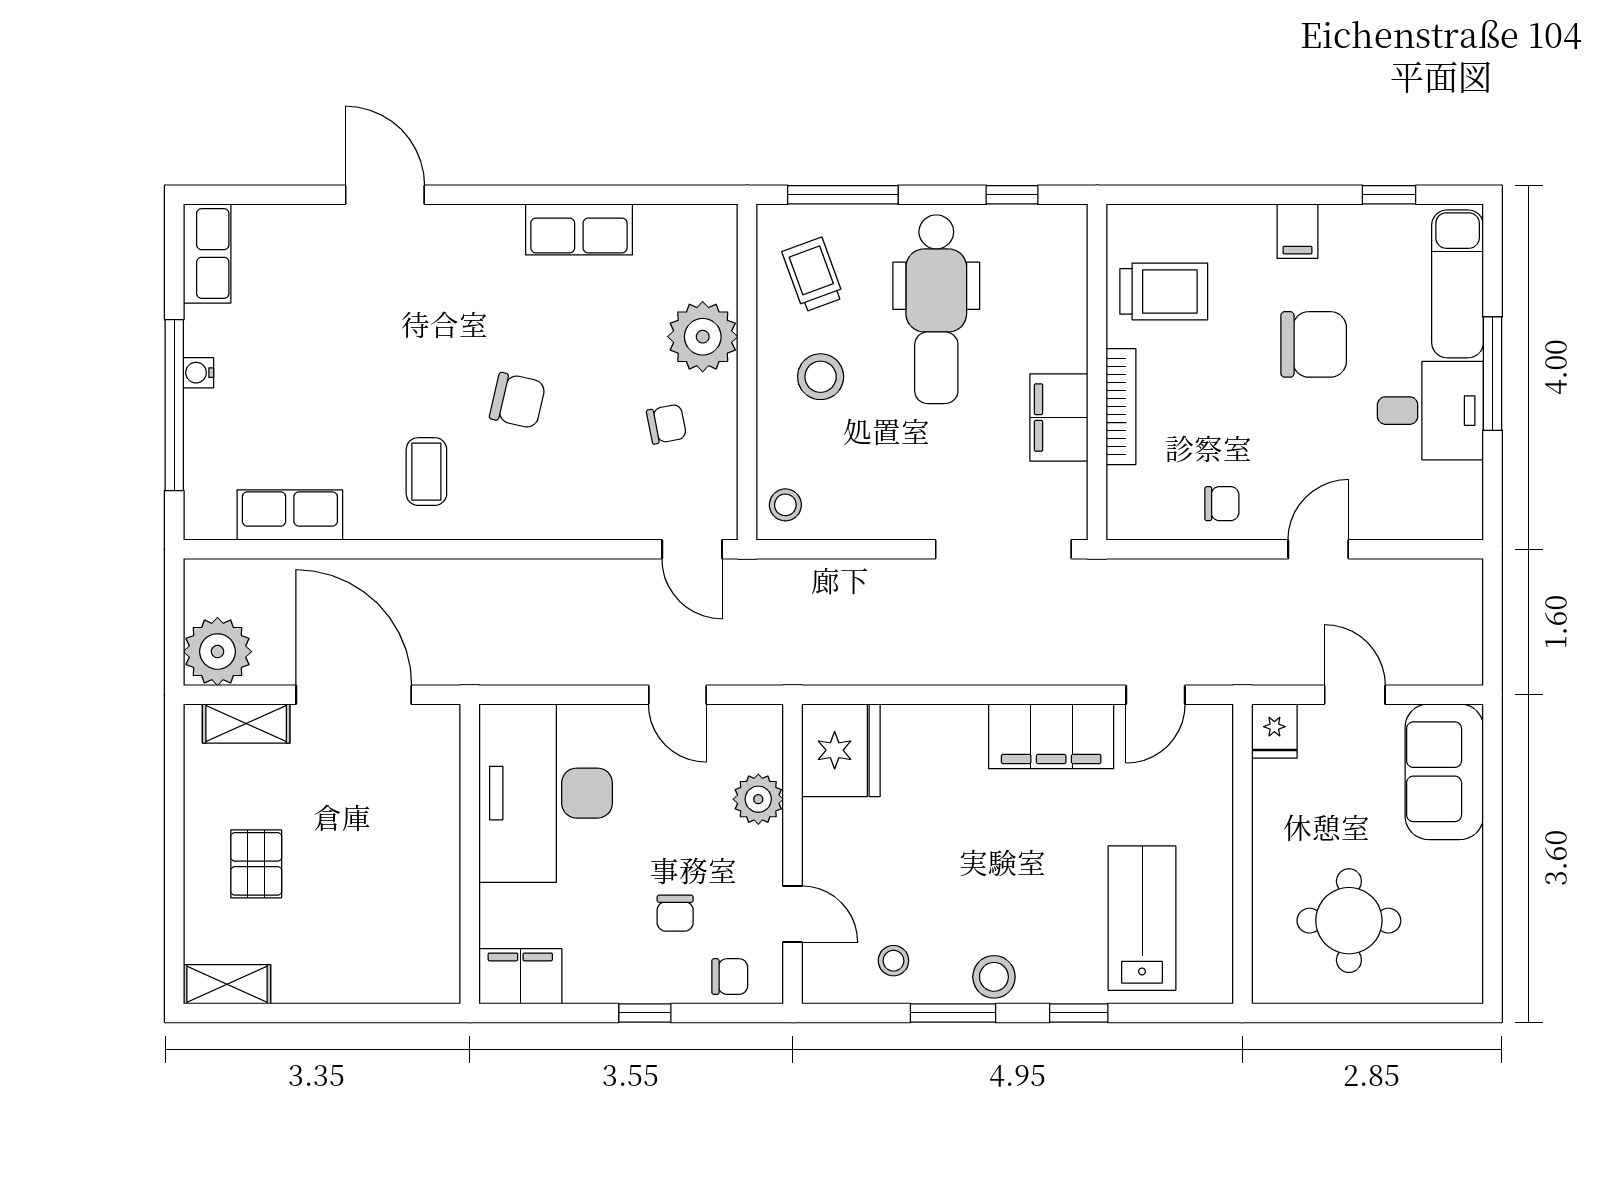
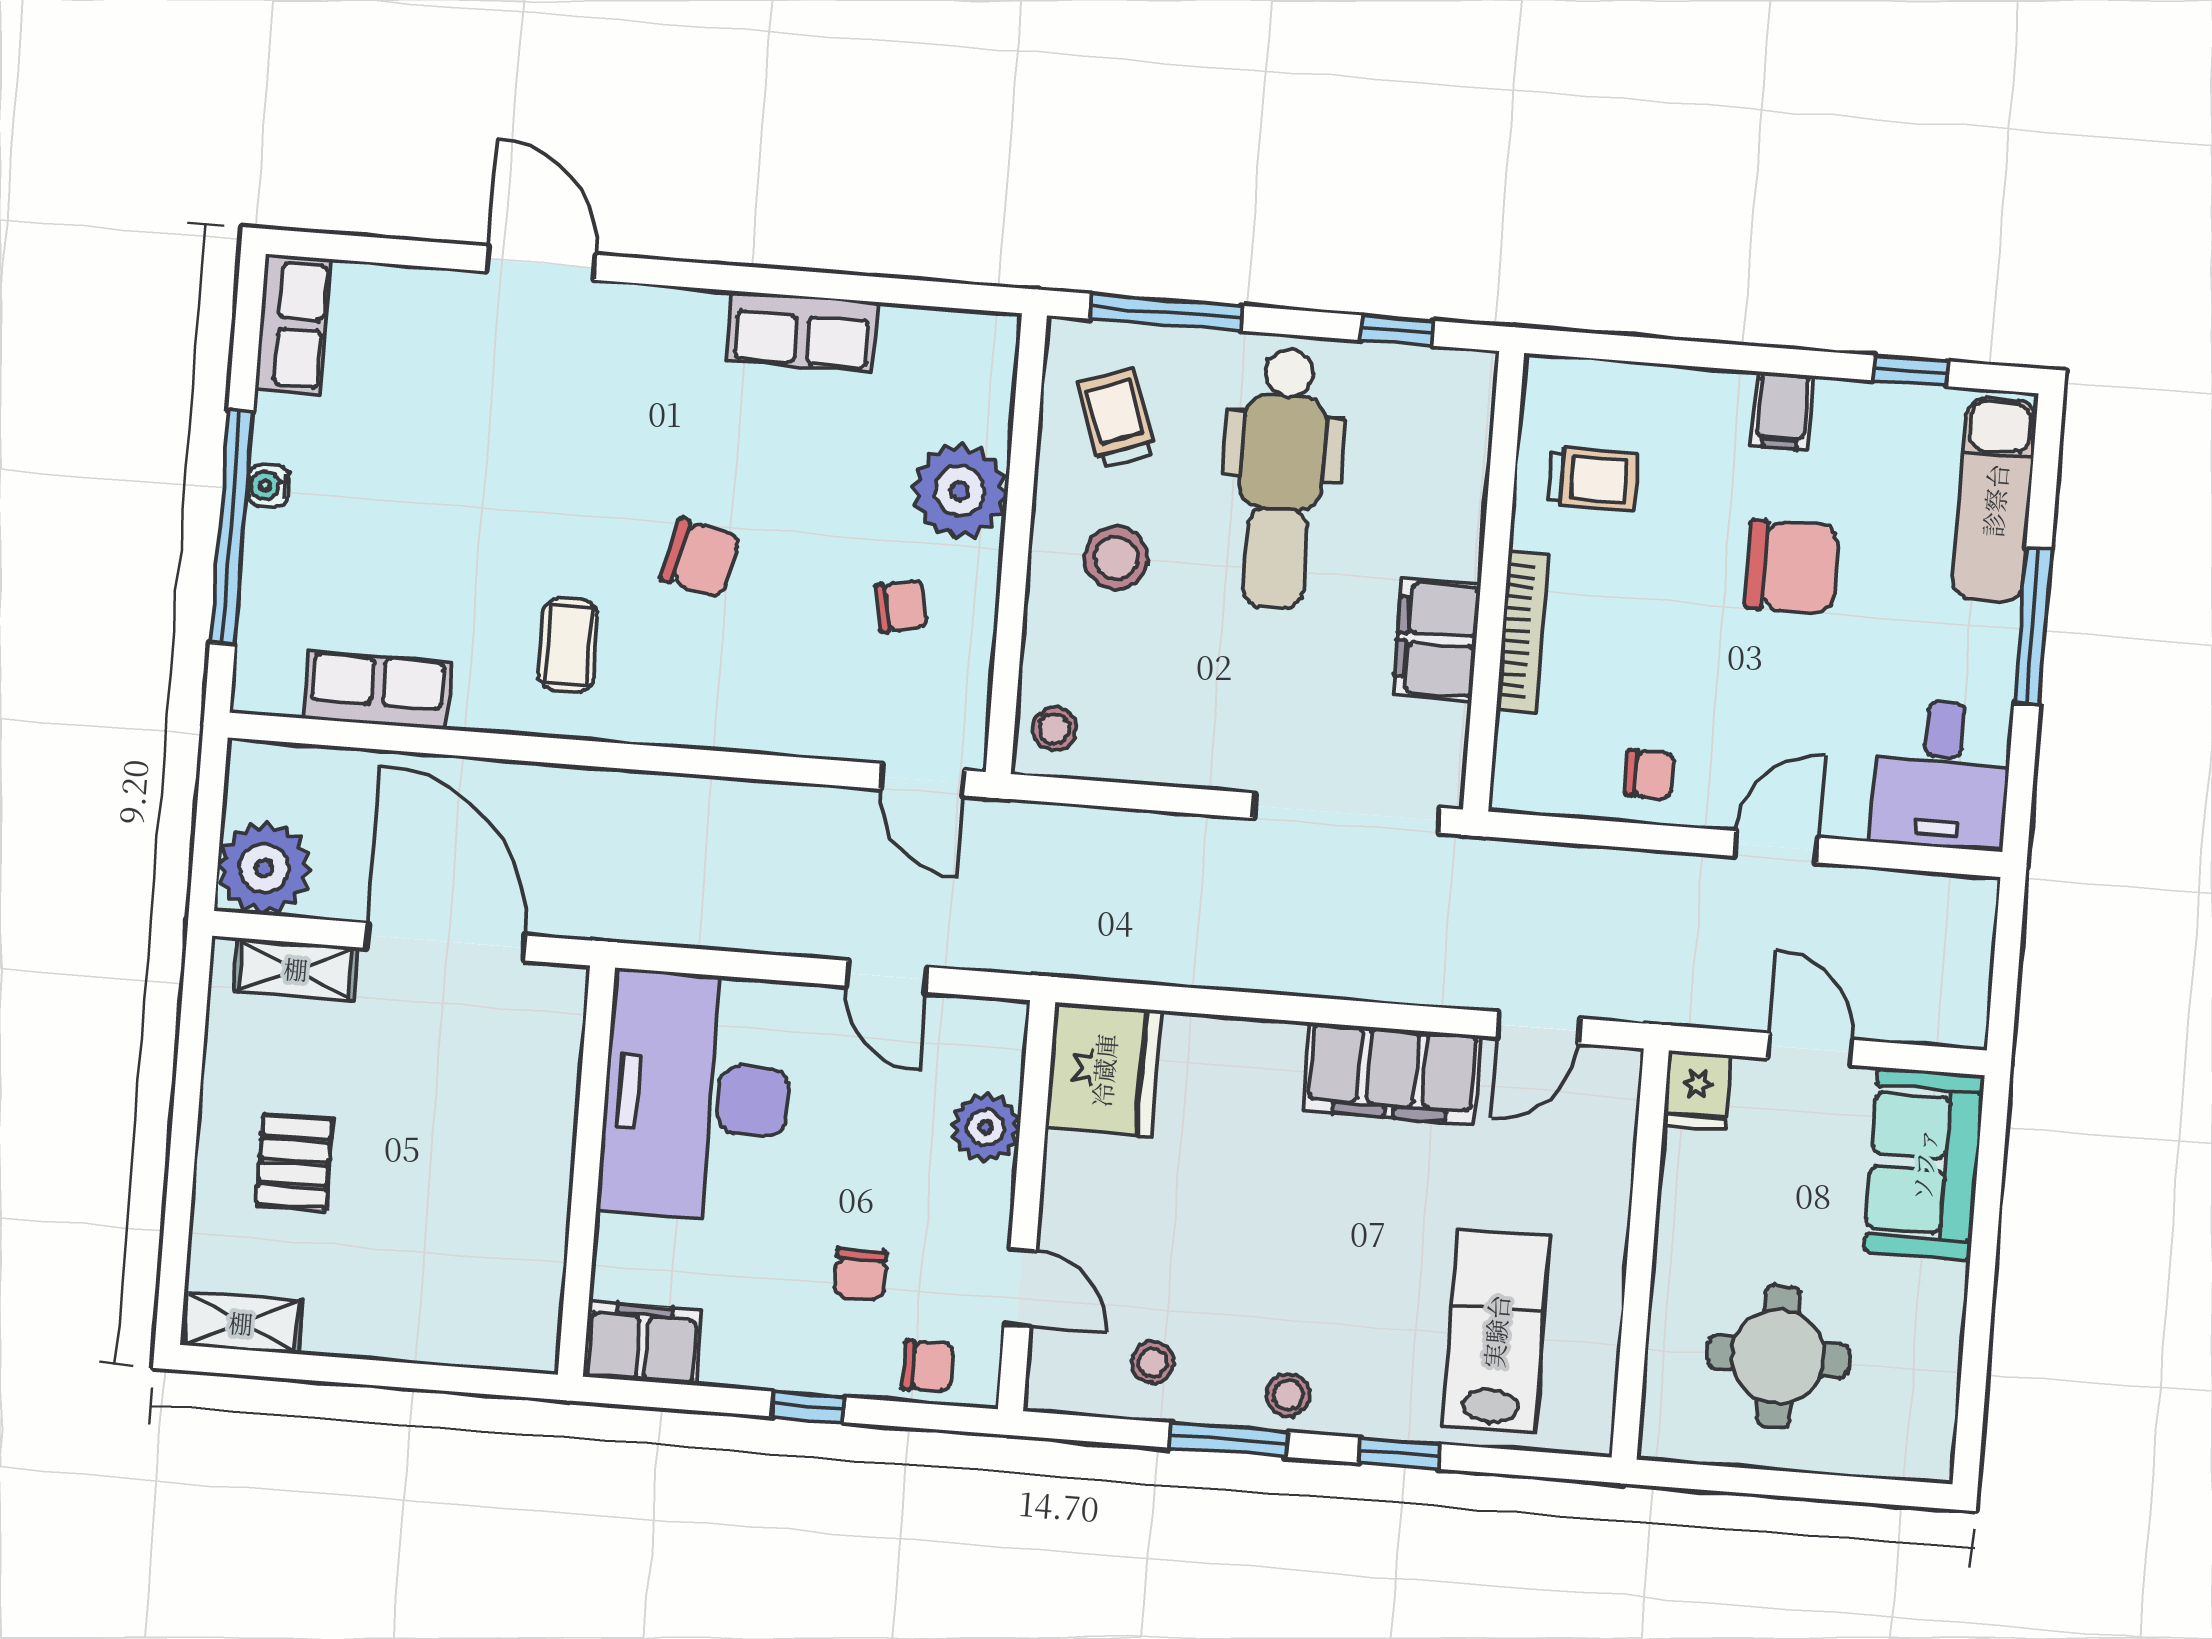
trolley: (1164, 291) -> (1593, 479), width x0.73, depth x0.72
desk: (1430, 411) -> (1941, 775), moved, turned 90
stool: (994, 977) -> (1288, 1395), width x0.73, depth x0.73

